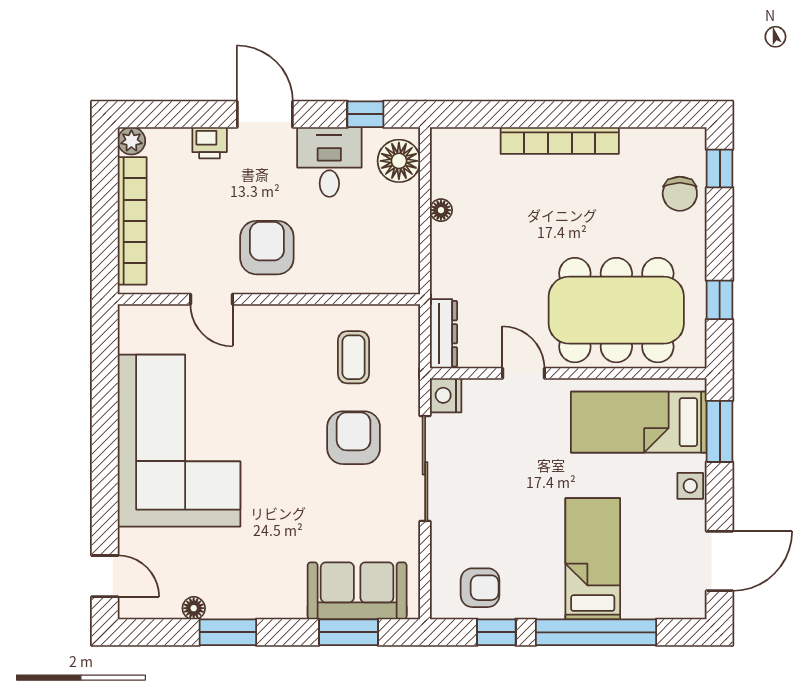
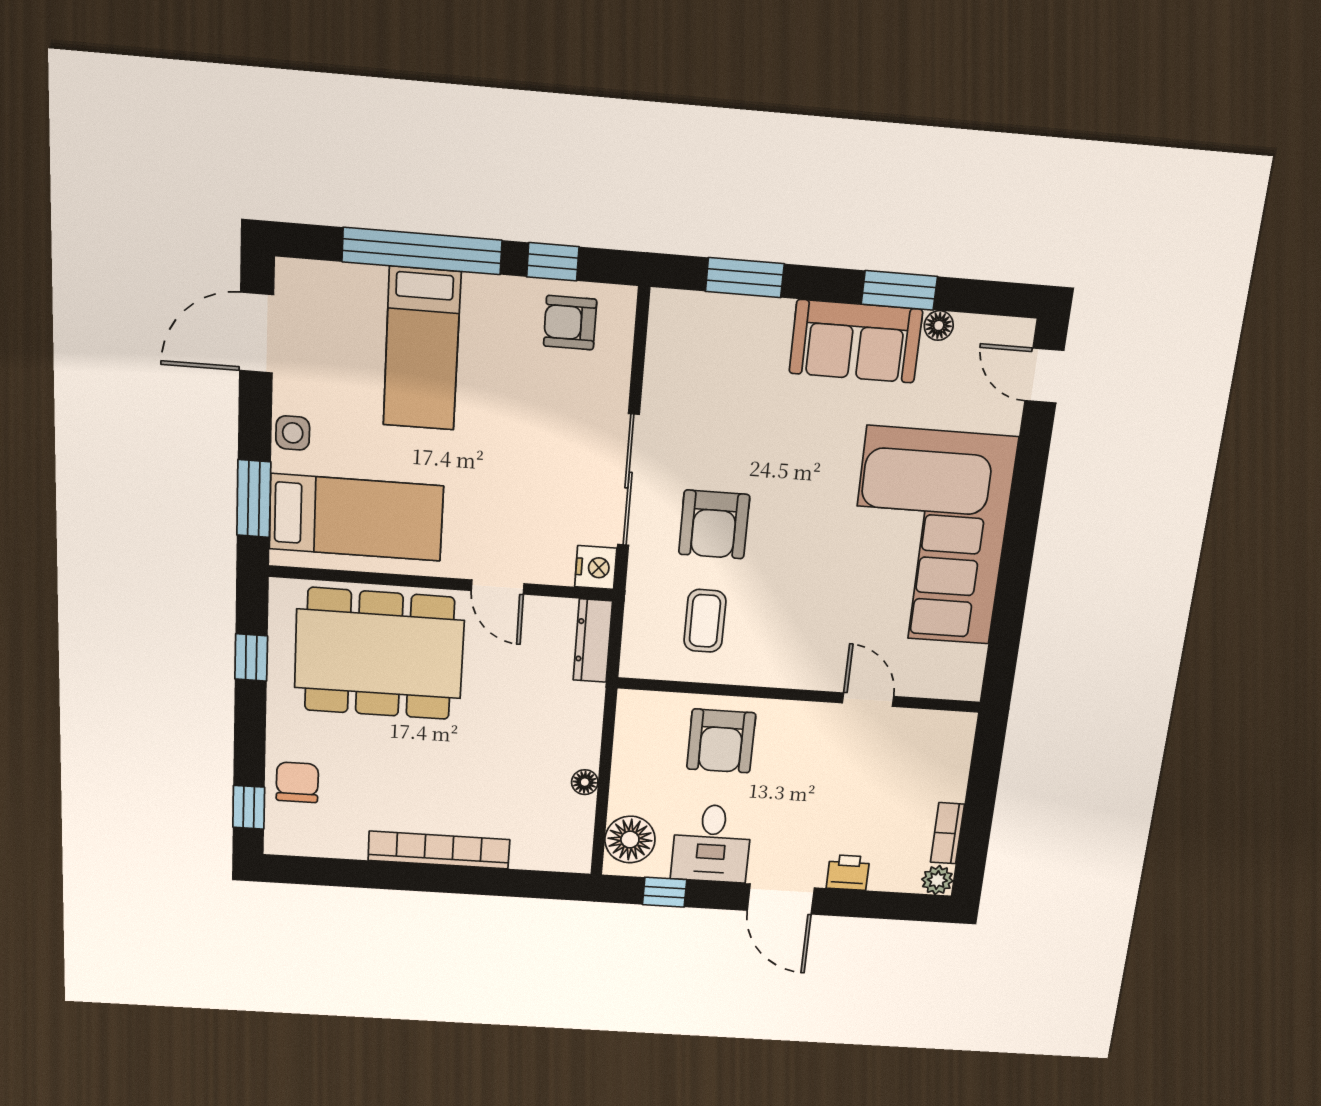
bookcase: (132, 221) -> (947, 833), width x0.43, depth x0.76
armchair: (267, 248) -> (721, 741), moved
sofa: (357, 591) -> (856, 341), moved

